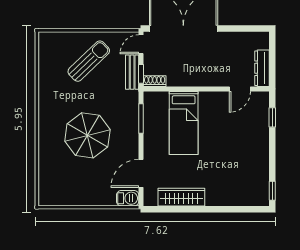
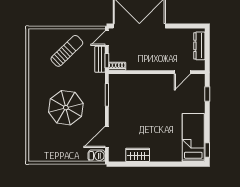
dresser: (262, 68) -> (199, 46), moved
bed: (184, 123) -> (193, 138), moved, turned 180
wardrobe: (181, 197) -> (138, 155), width x0.67

